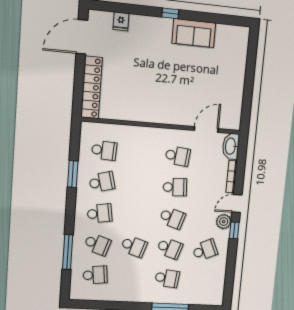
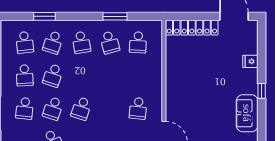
fridge: (121, 21) -> (250, 61), moved
school desk: (175, 187) -> (25, 75), moved
window: (68, 252) -> (44, 16), width x0.69

